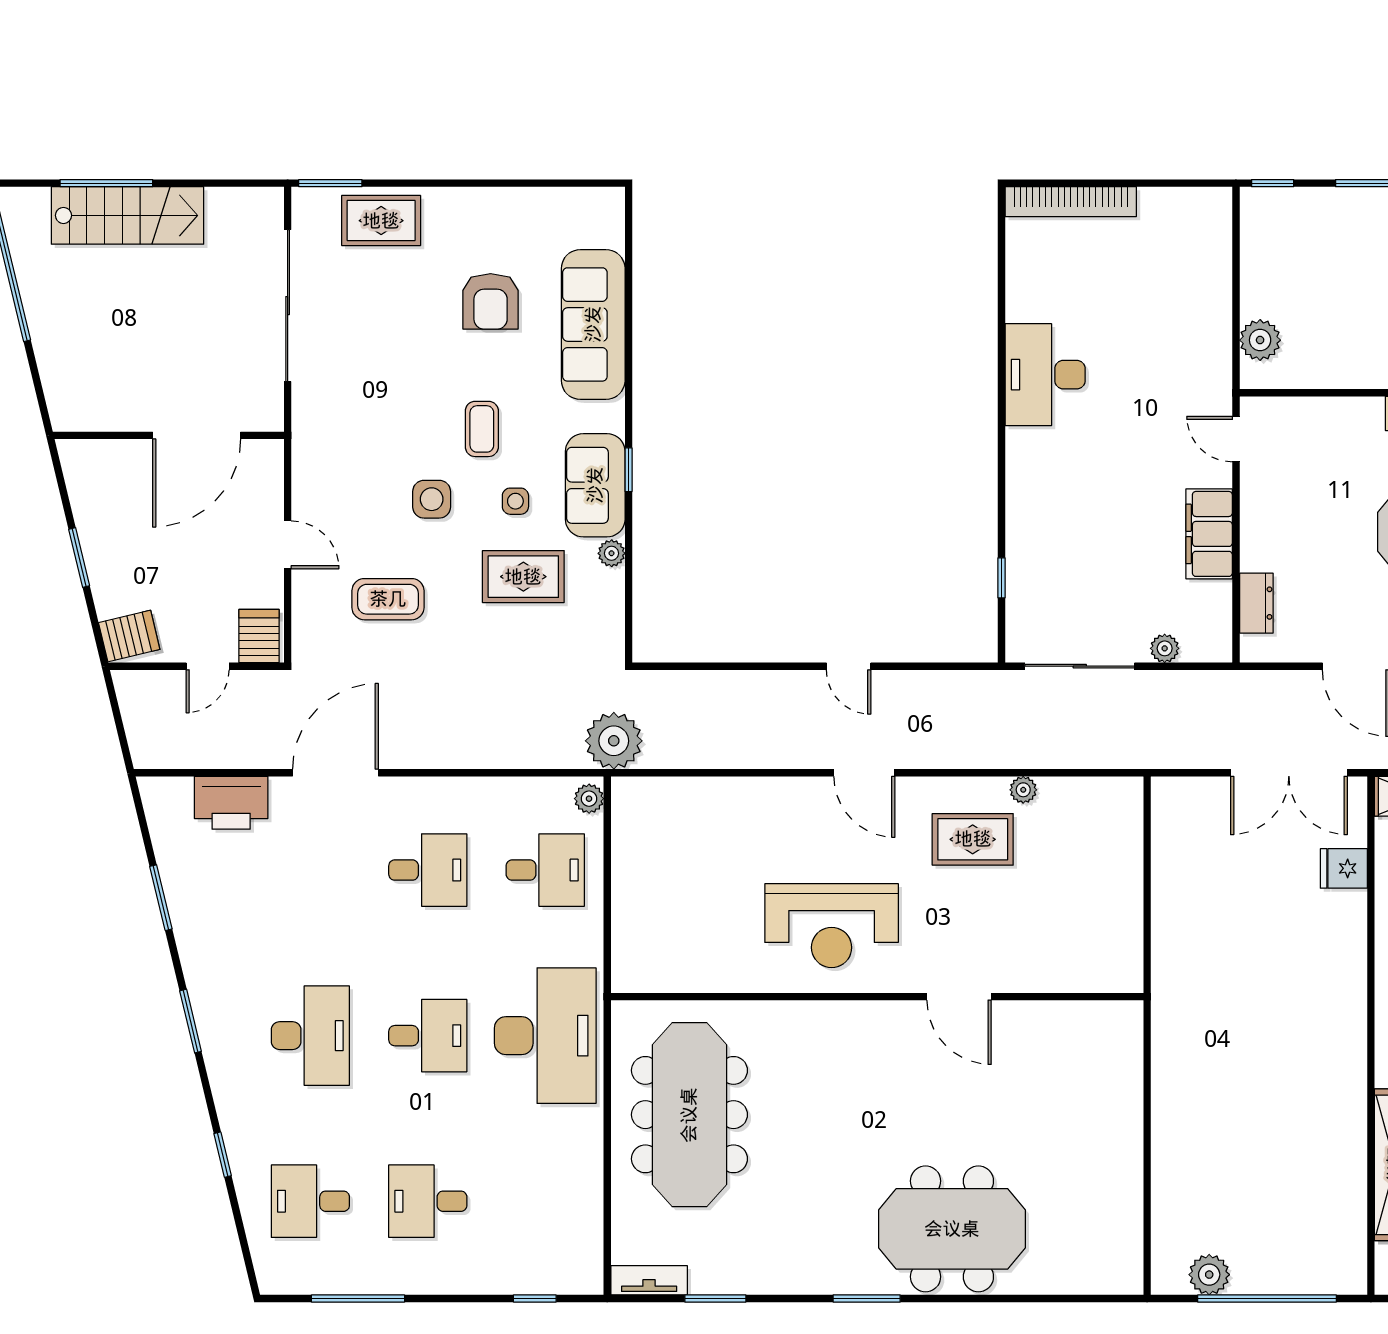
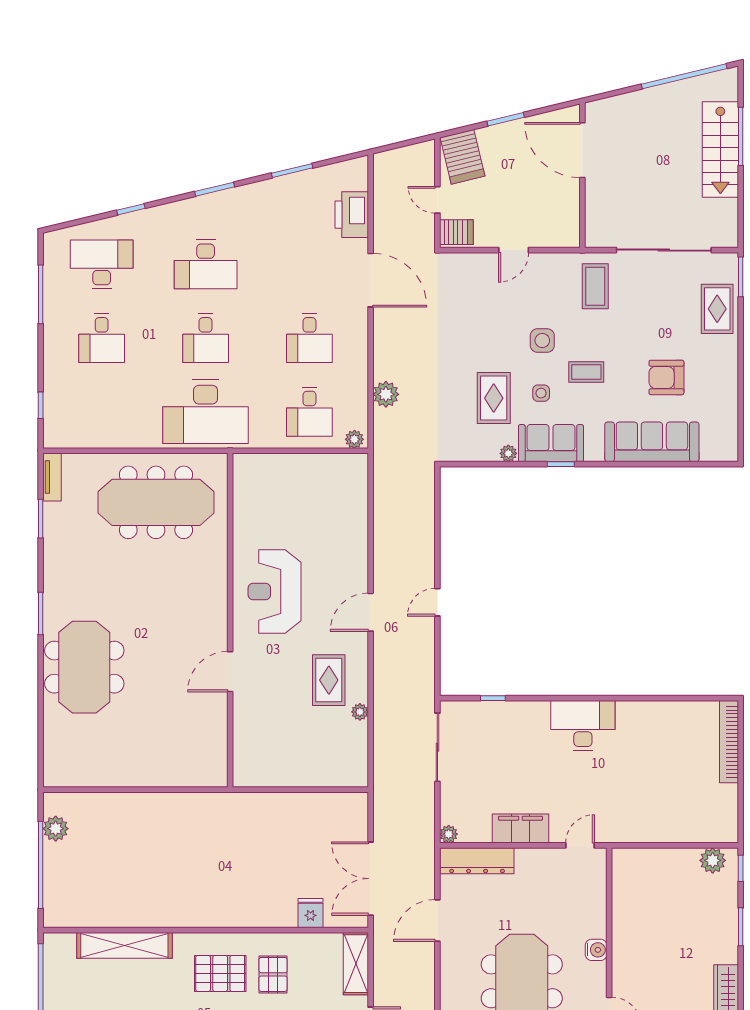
plant: (1260, 340) -> (713, 860), moved
desk: (1045, 375) -> (583, 726), moved
door: (197, 435) -> (582, 150), moved
coffee table: (388, 599) -> (595, 286), moved
dresser: (1256, 603) -> (477, 861), width x1.96, depth x1.24
server rack: (129, 636) -> (463, 157), width x1.36, depth x1.44
plant: (1165, 648) -> (449, 834), moved
plant: (614, 741) -> (386, 394), moved, width x0.73, depth x0.73
desk: (310, 1201) -> (102, 264), width x1.37
desk: (428, 1201) -> (102, 338), turned 180

